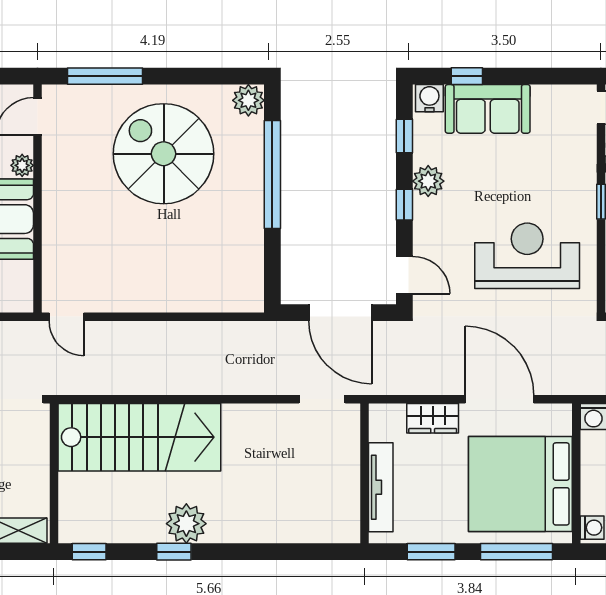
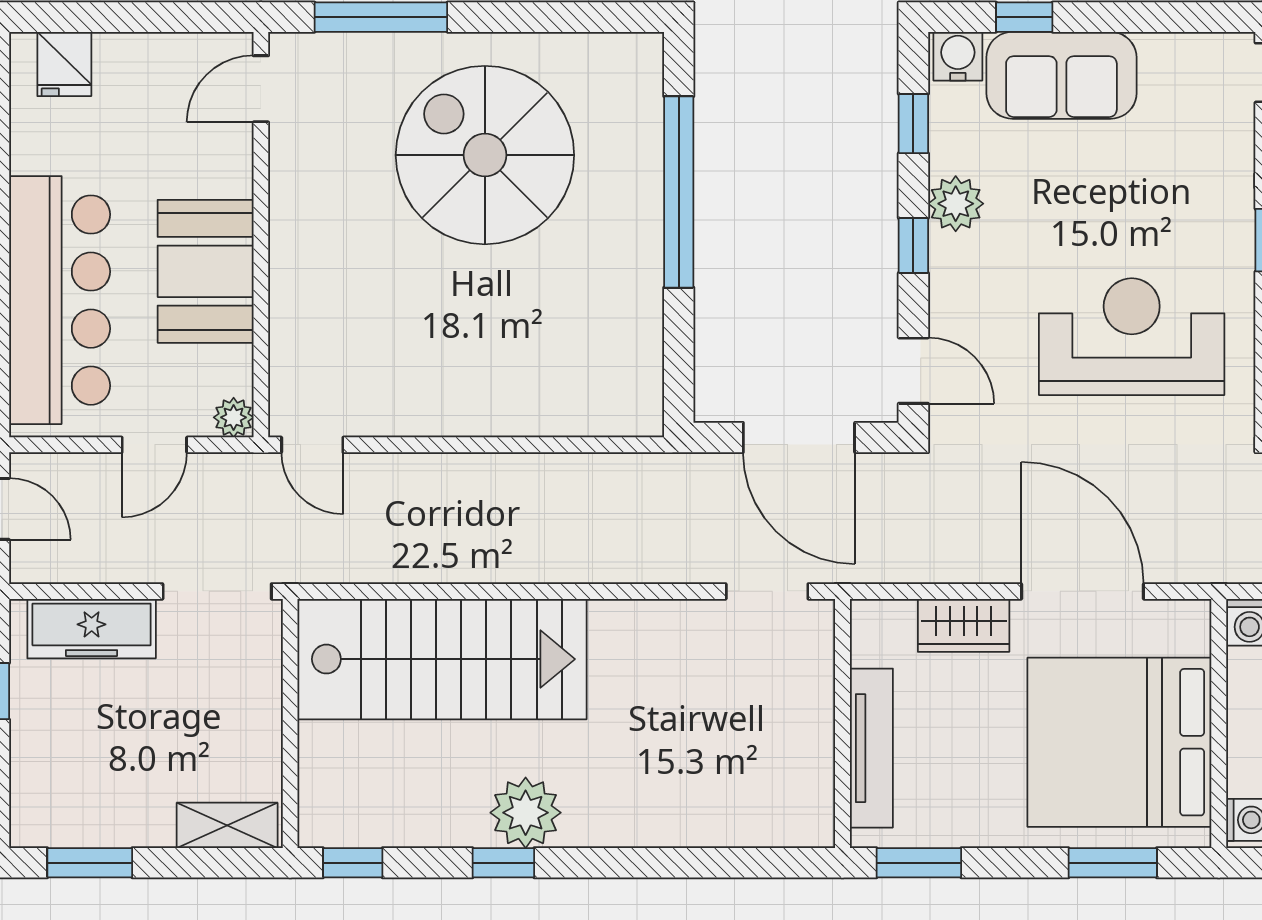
plant: (248, 100) -> (636, 60), removed
plant: (22, 165) -> (234, 417), moved
window: (431, 552) -> (919, 863), moved
window: (516, 552) -> (1113, 863), width x0.69

